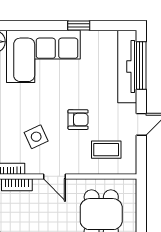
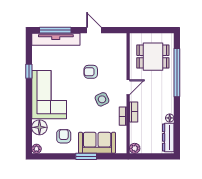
armchair: (78, 120) -> (91, 72), turned -90
coffee table: (106, 150) -> (110, 53), removed

